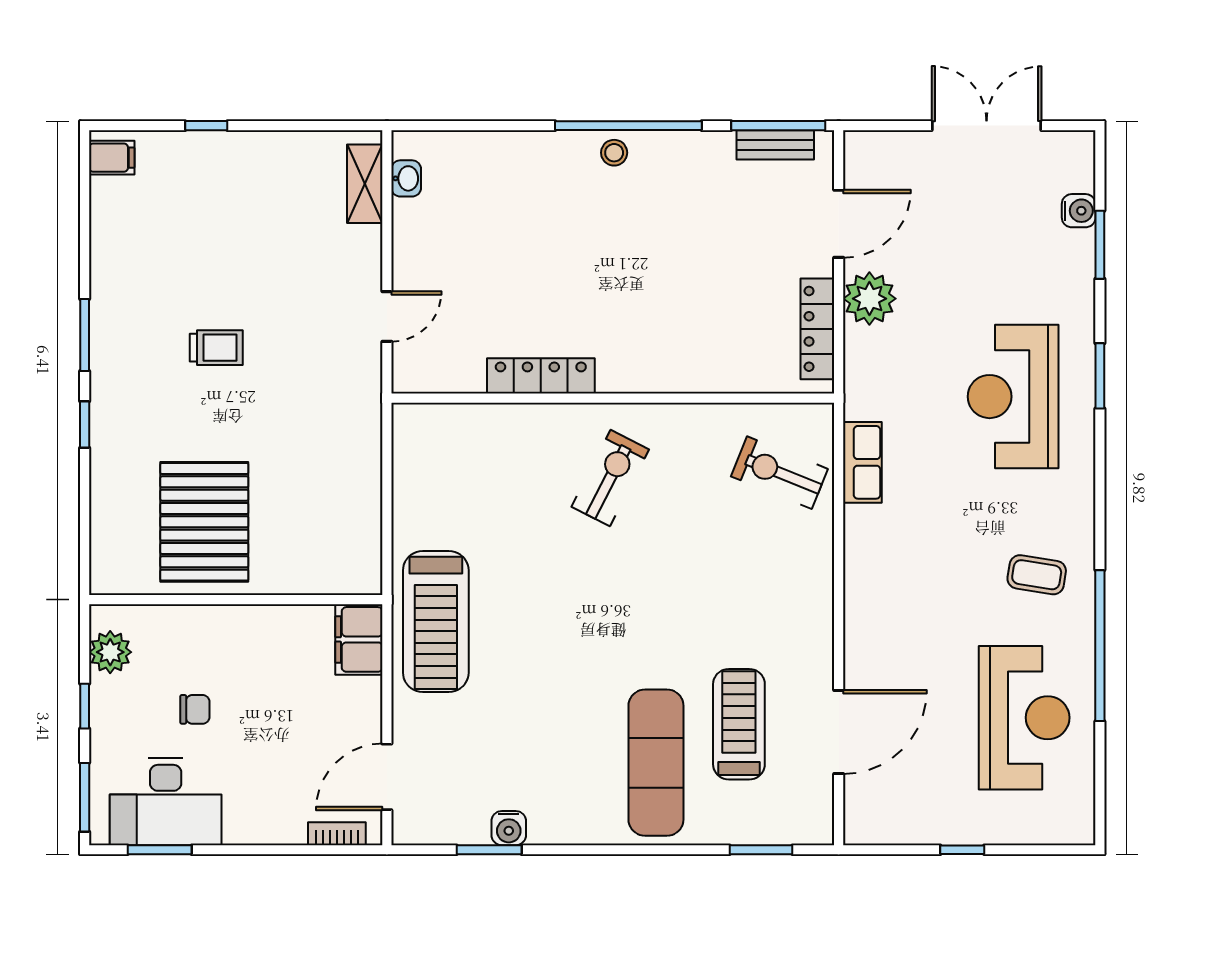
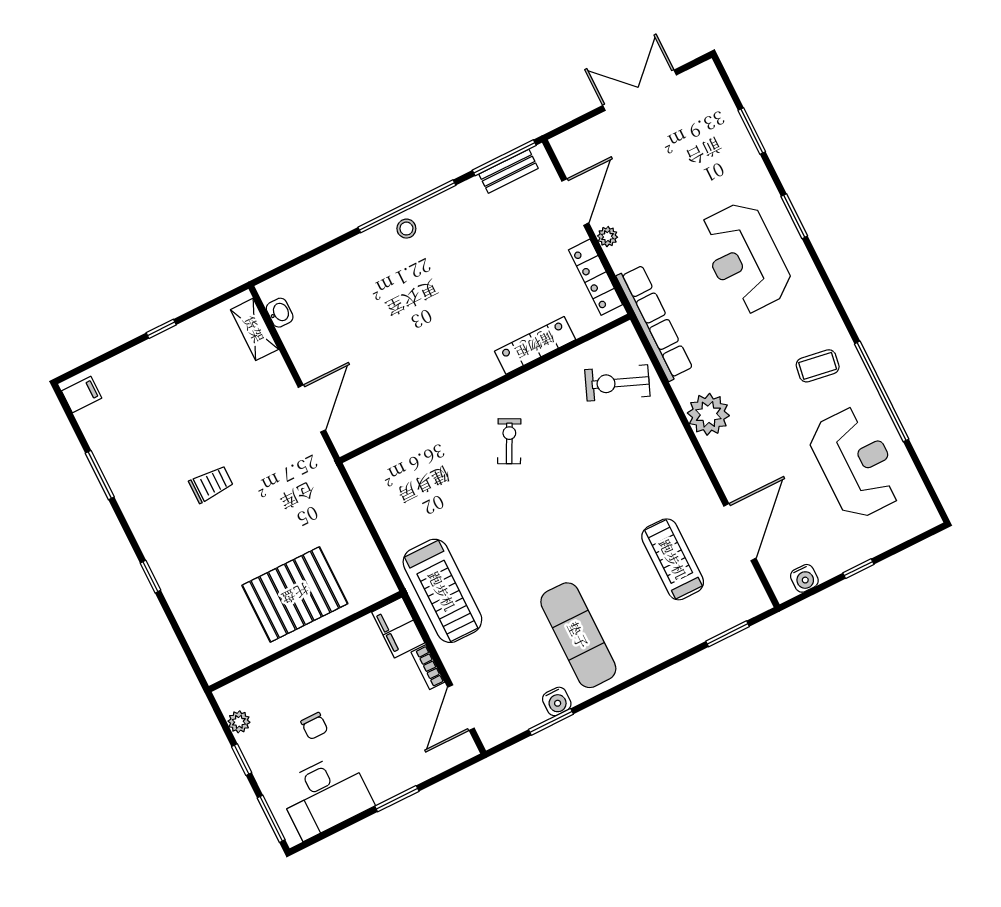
window: (206, 126) -> (161, 329), moved
water cooler: (1079, 211) -> (804, 578), moved, turned 90
plant: (869, 299) -> (608, 237), width x0.53, depth x0.53
door: (387, 316) -> (312, 409), width x1.38
window: (85, 335) -> (100, 475), moved
locker: (541, 376) -> (535, 345), moved
row of seats: (862, 462) -> (655, 323), width x2.02
exercise bike: (610, 478) -> (509, 441), width x0.73, depth x0.72
pallet: (204, 522) -> (295, 594), moved, turned 90
plant: (872, 567) -> (708, 414), added
plant: (110, 652) -> (239, 722), width x0.73, depth x0.73
chair: (195, 709) -> (314, 726), turned 90
exercise mat: (656, 763) -> (578, 635), moved
bookcase: (337, 834) -> (428, 667), moved, turned -90
window: (160, 850) -> (397, 799), moved

